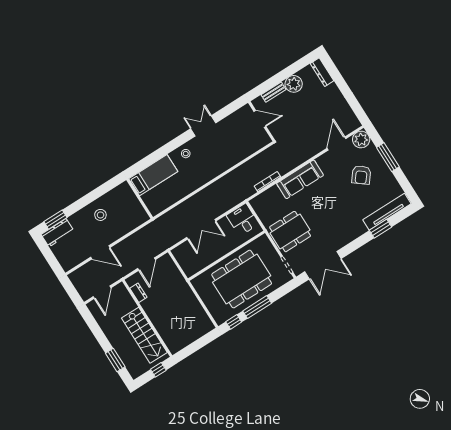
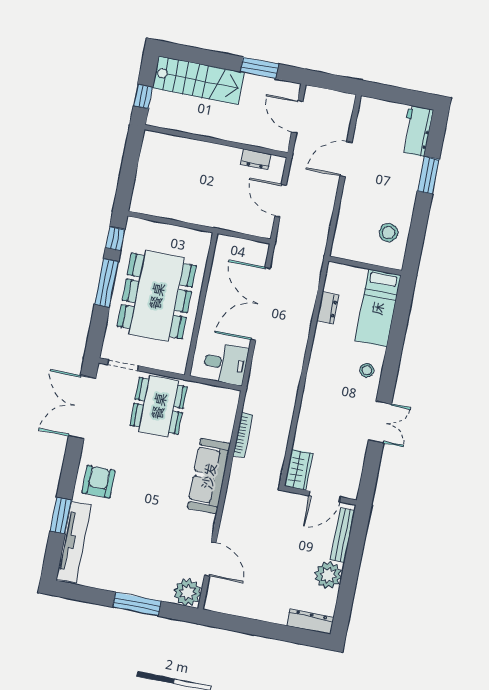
bench: (273, 92) -> (343, 535), width x1.36
wardrobe: (259, 142) -> (299, 470), added
armchair: (361, 175) -> (99, 482), moved, turned 52
dresser: (174, 198) -> (328, 308), added
stool: (100, 215) -> (389, 233), moved
window: (55, 220) -> (428, 175), moved
double door: (201, 229) -> (260, 304), width x1.36
stairs: (144, 335) -> (198, 80), moved, turned 180
window: (115, 360) -> (259, 68), moved

